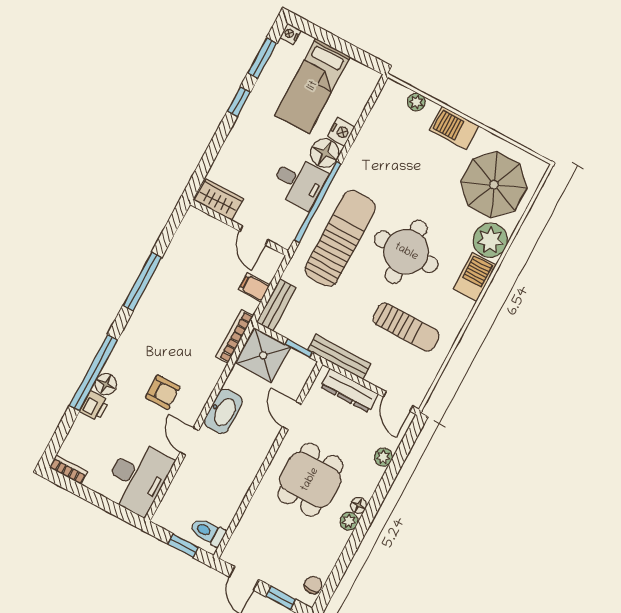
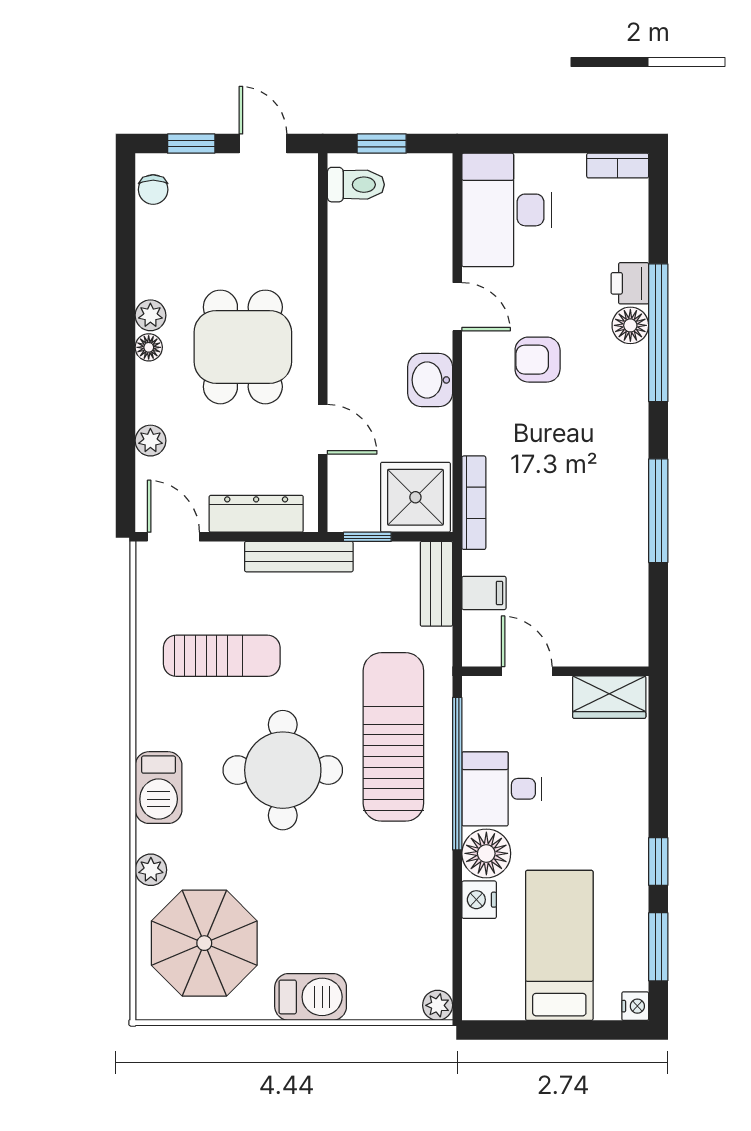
plant: (416, 102) -> (438, 1005), moved
sun lounger: (340, 238) -> (393, 737), turned 180
plant: (490, 240) -> (151, 870), width x0.53, depth x0.53
sun lounger: (406, 327) -> (222, 656), turned 180
washbasin: (223, 411) -> (430, 380), width x0.72

